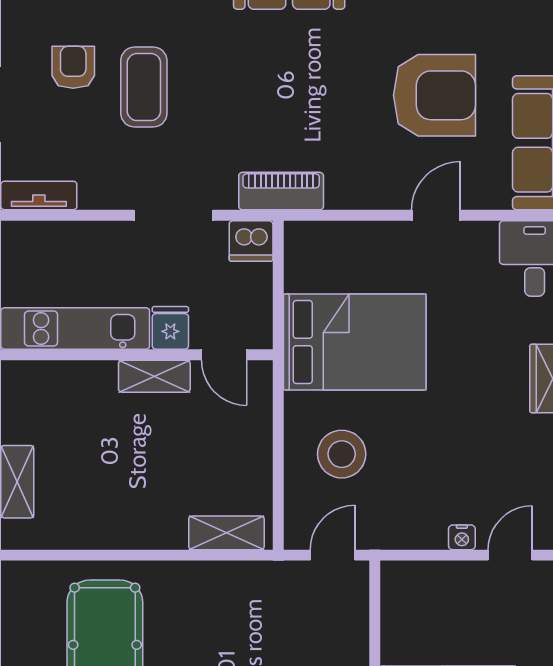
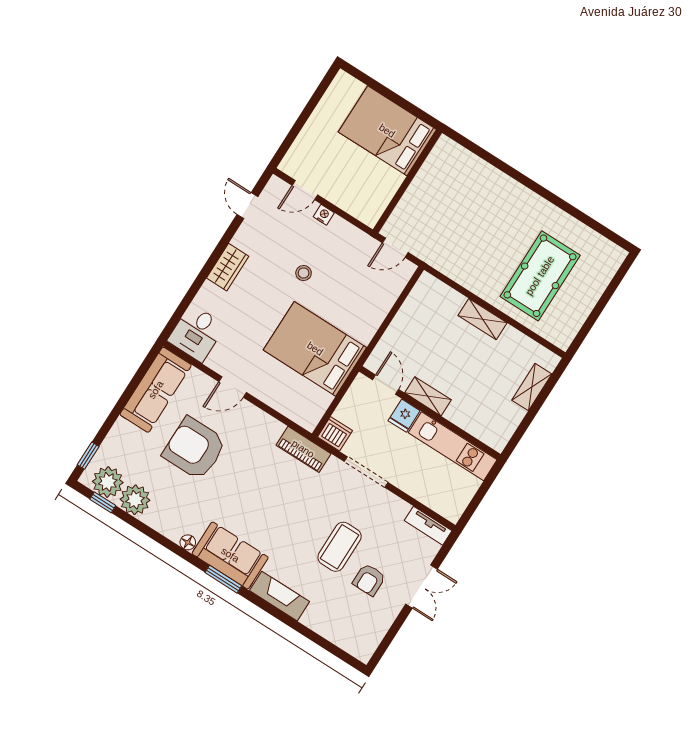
stool: (342, 454) -> (304, 273), moved, width x0.53, depth x0.53
shelving: (226, 533) -> (482, 319), moved

